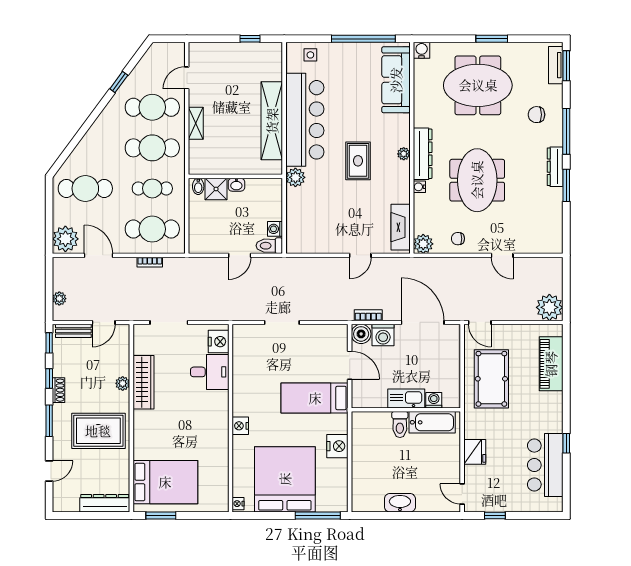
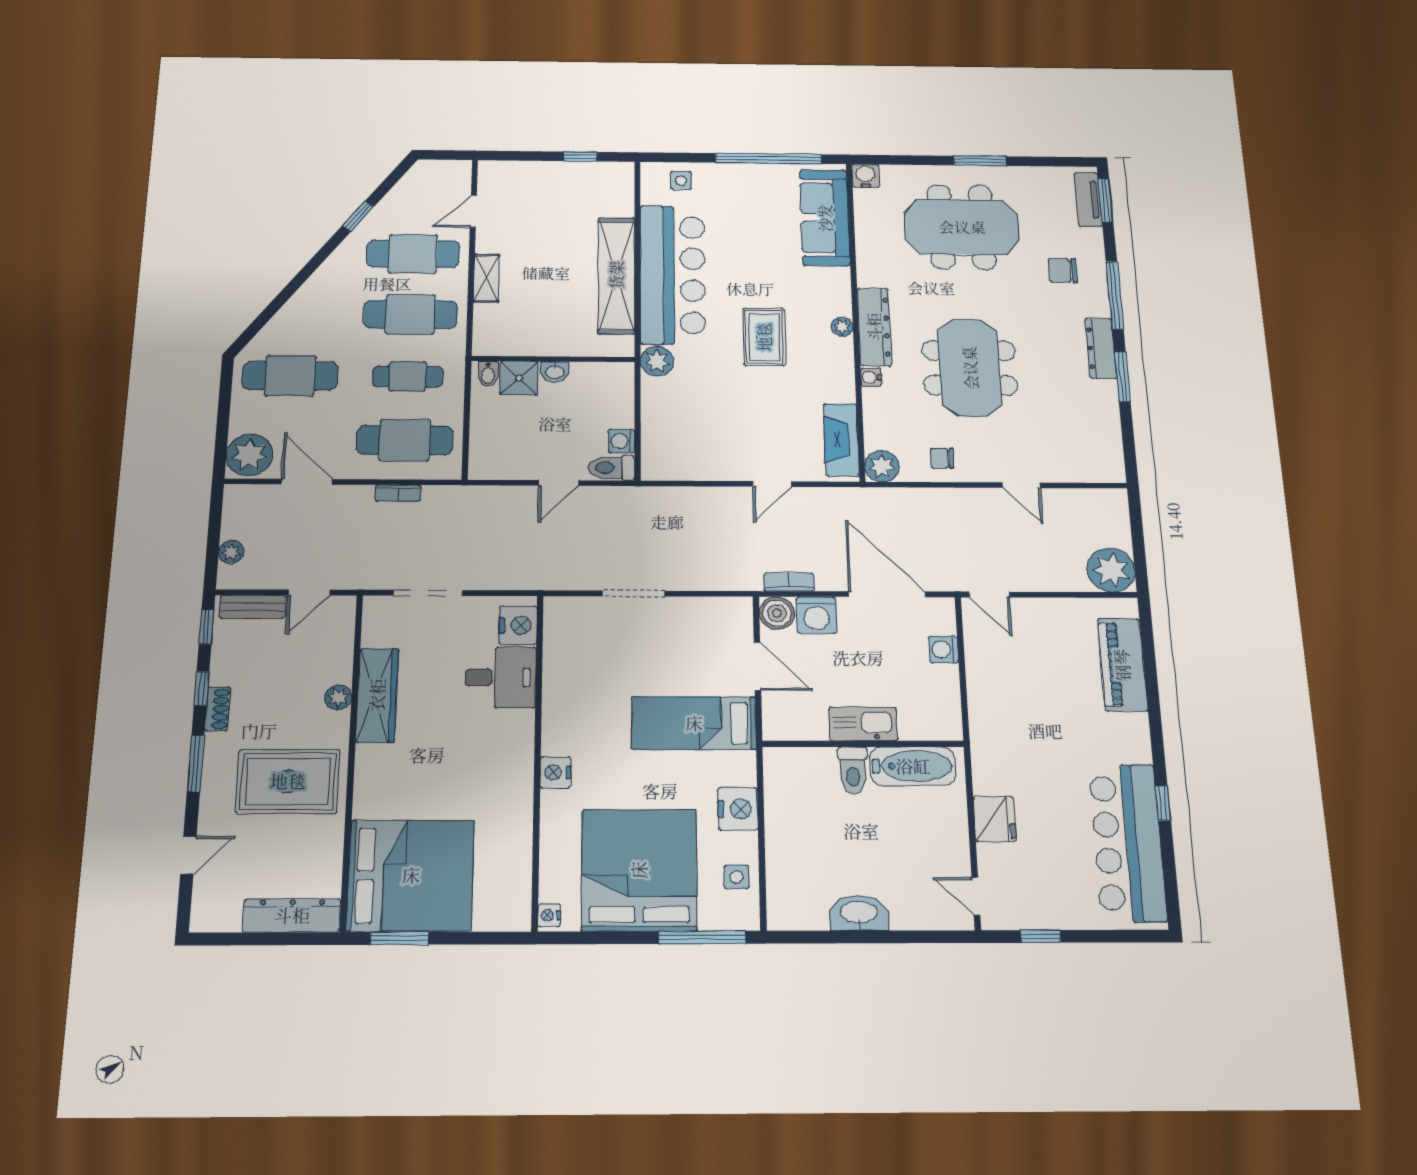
pool table: (491, 379) -> (1017, 690), removed
washing machine: (434, 400) -> (944, 649), moved, turned -90
bar counter: (545, 465) -> (1128, 843), width x1.36
bed: (165, 482) -> (411, 875), width x1.36
side table: (336, 483) -> (736, 877), added

